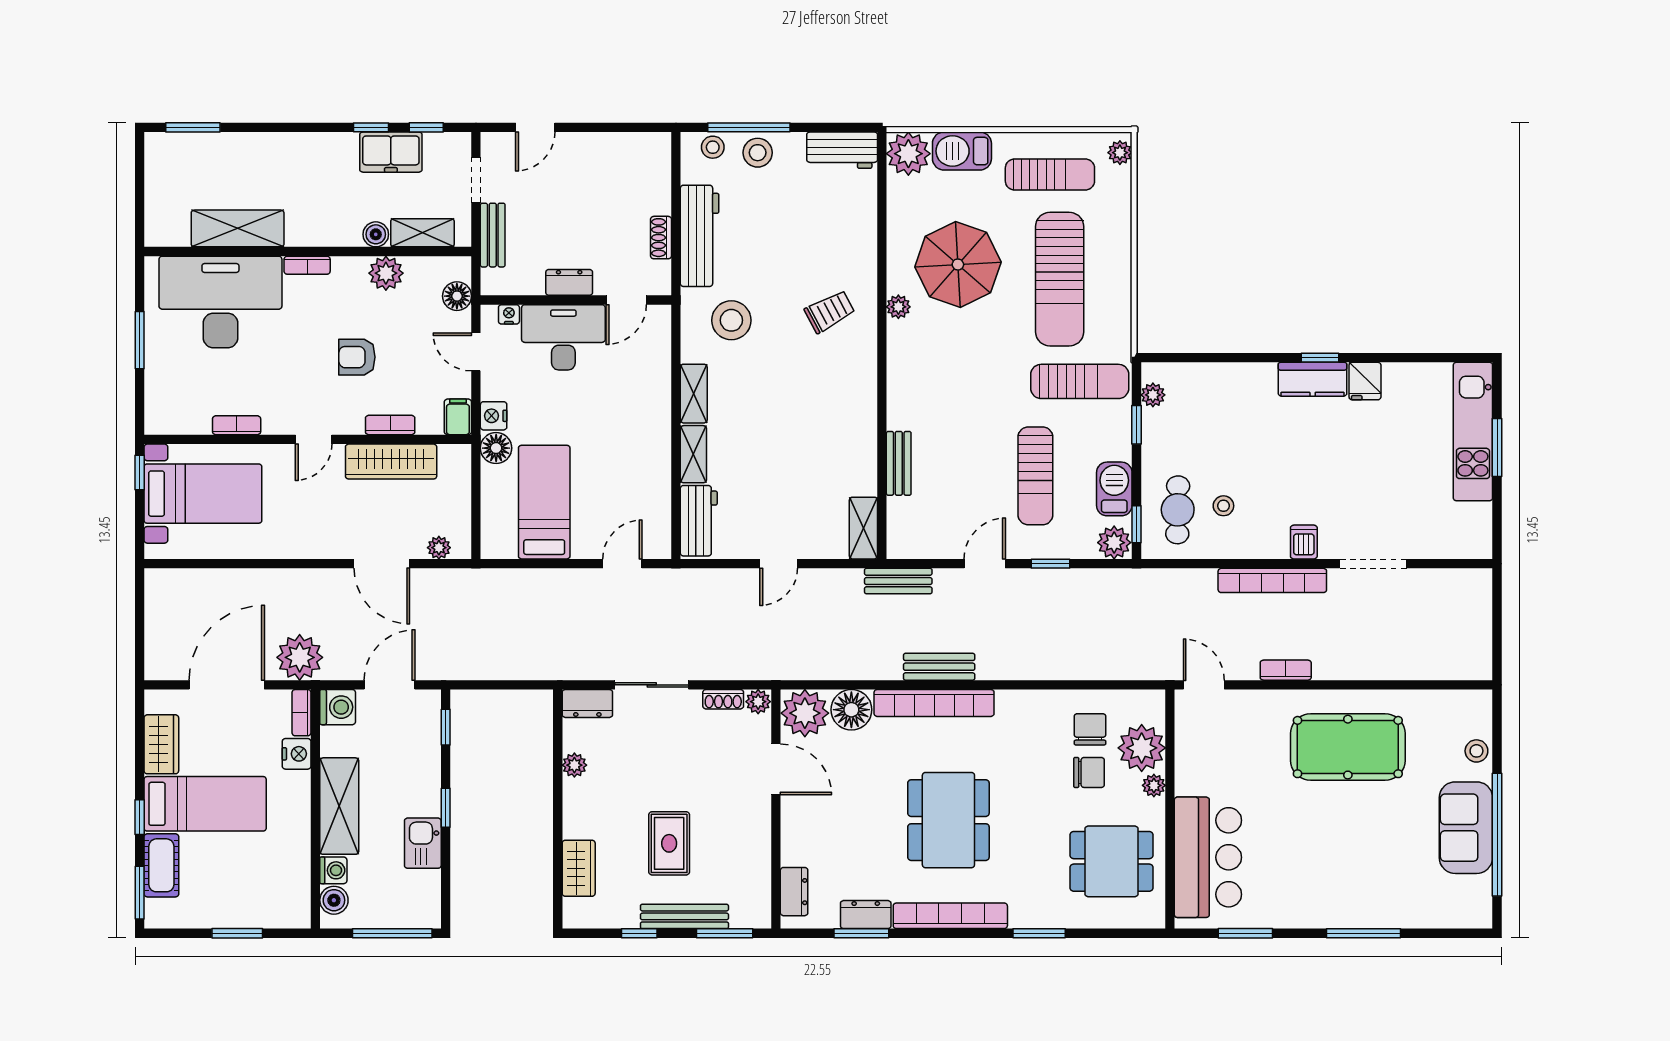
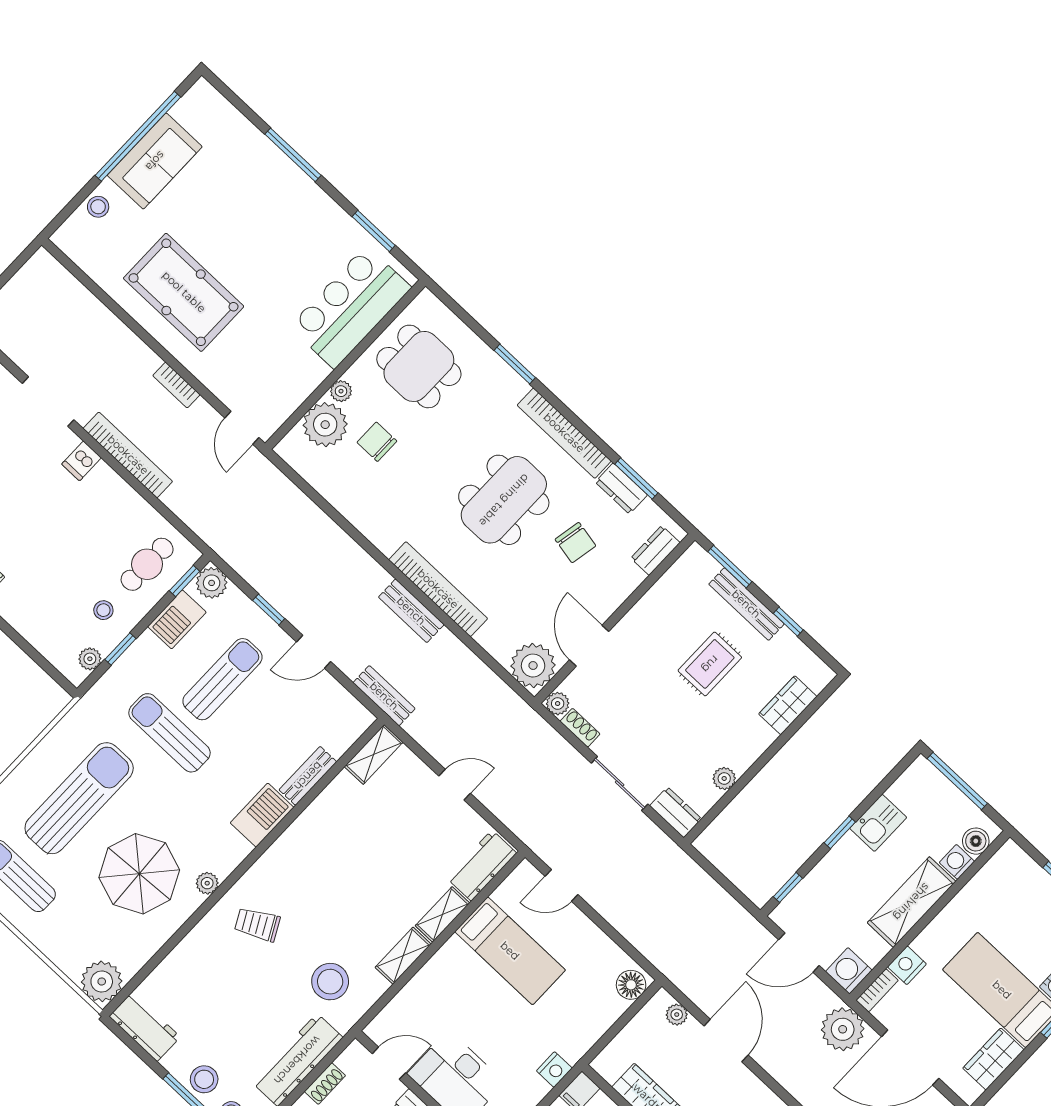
barbecue: (962, 151) -> (262, 815), moved, turned -90
sun lounger: (1080, 381) -> (169, 733), moved
floor lamp: (496, 448) -> (631, 985), moved
bed: (544, 502) -> (510, 951), moved, turned -90
stool: (1223, 506) -> (103, 610), moved
floor lamp: (851, 710) -> (499, 638), removed
chair: (1090, 729) -> (575, 543), moved, turned -79

